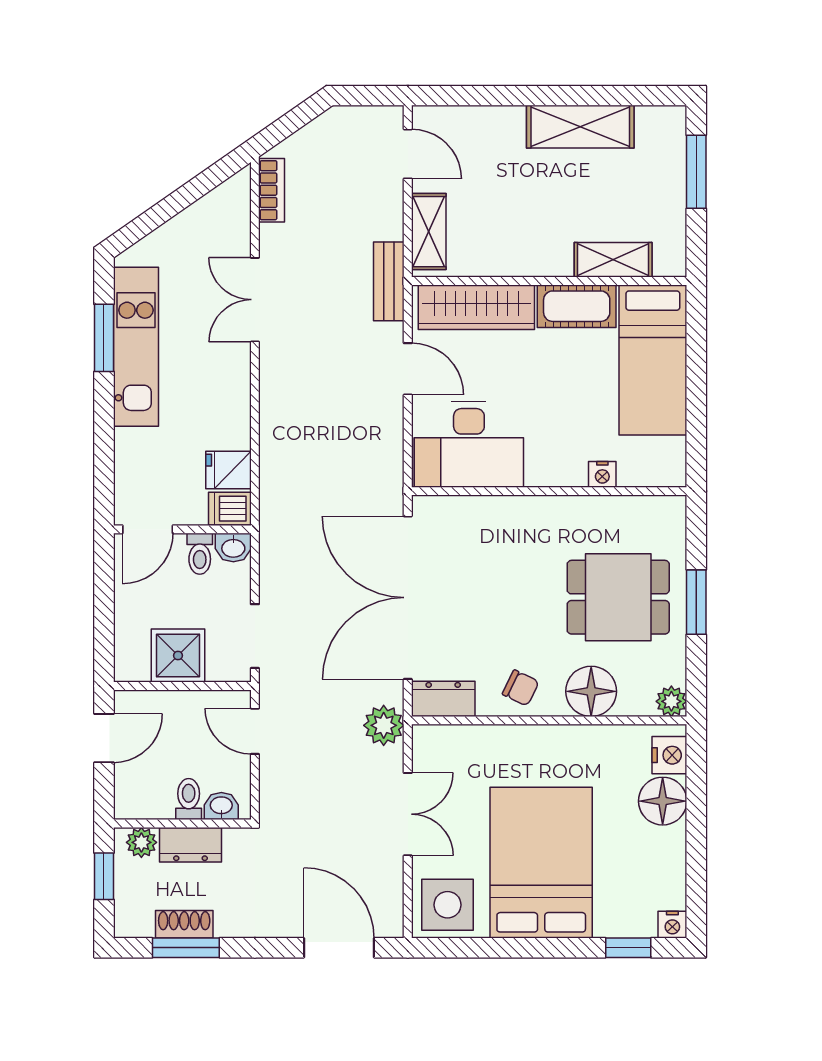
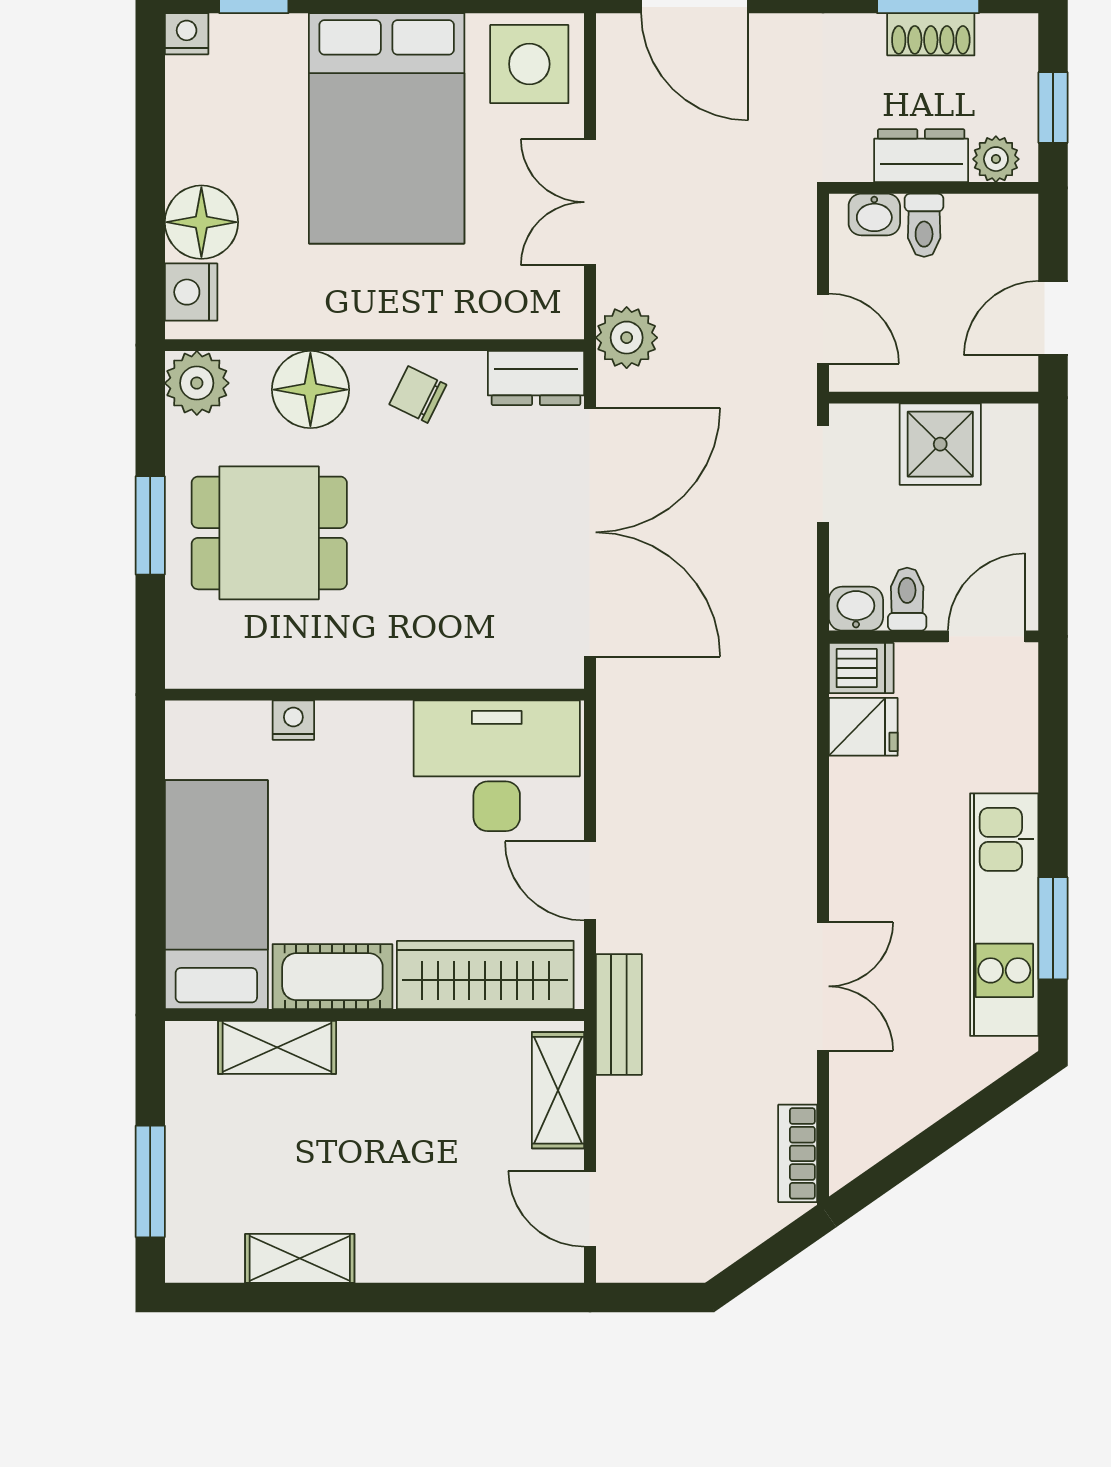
shelving: (580, 127) -> (300, 1258), width x0.67, depth x0.75
plant: (671, 701) -> (197, 383), width x1.38, depth x1.38

